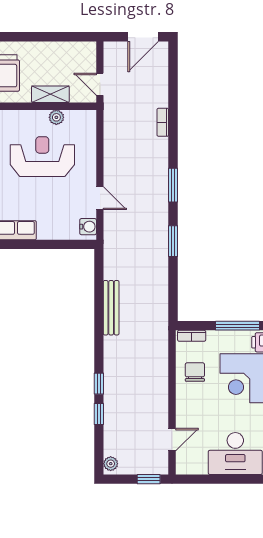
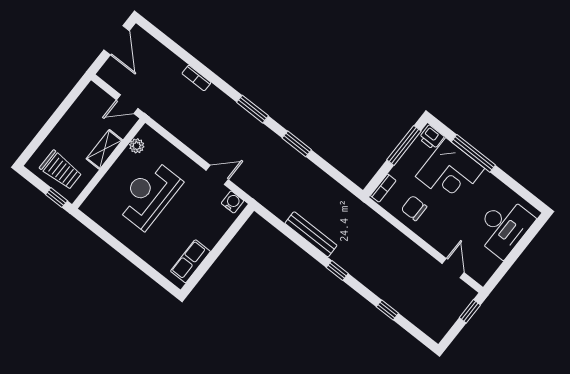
plant: (56, 117) -> (137, 146), moved
window: (99, 384) -> (337, 271), moved
plant: (111, 464) -> (434, 332), removed

